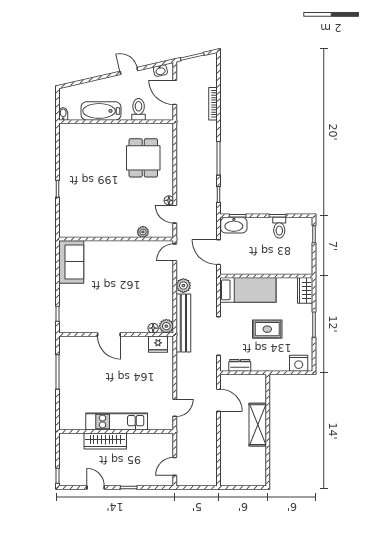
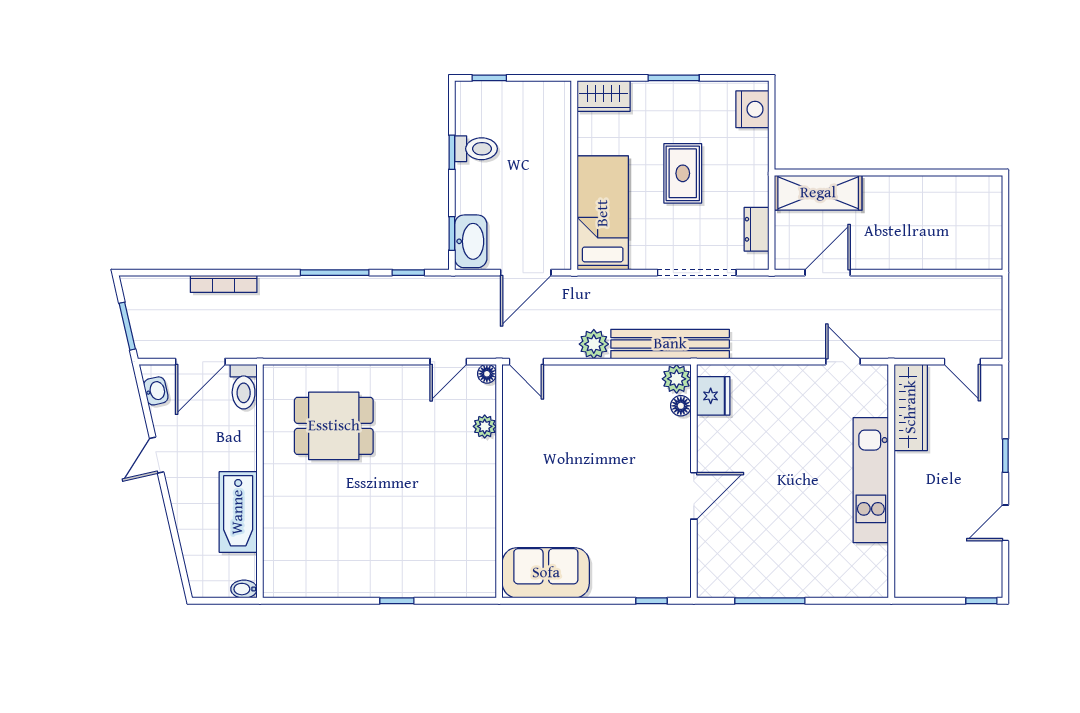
toilet: (139, 109) -> (244, 387), moved, turned -90
floor lamp: (169, 200) -> (487, 374), moved
shelving: (258, 425) -> (818, 193), moved
wardrobe: (105, 441) -> (911, 407), moved

